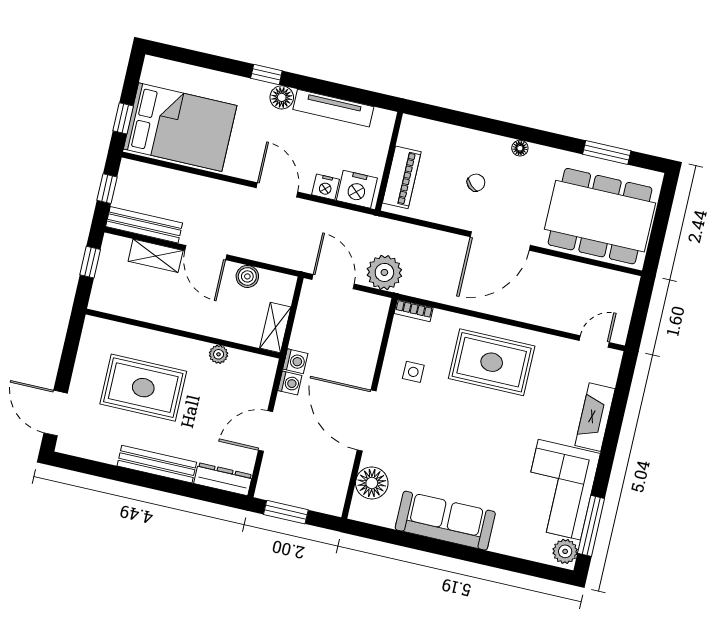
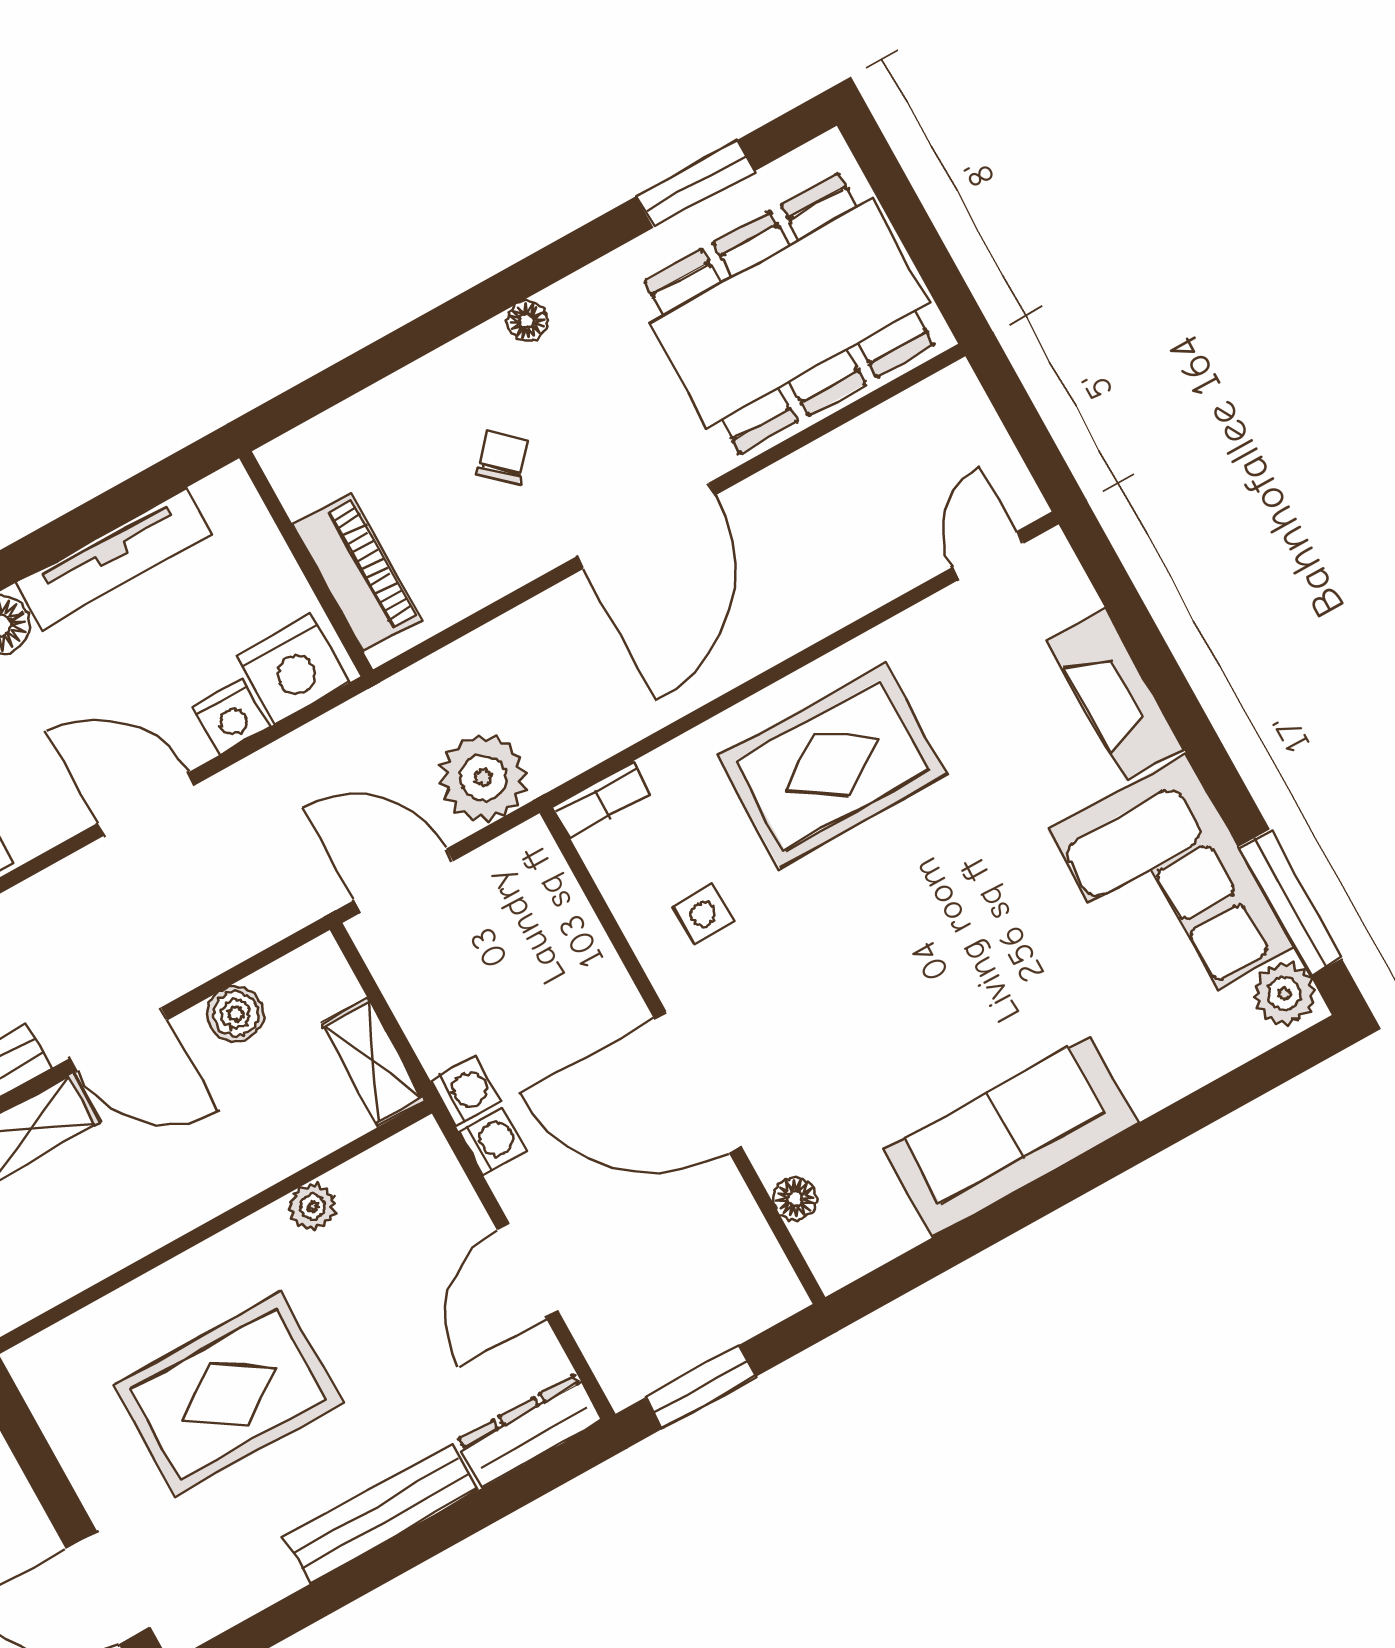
floor lamp: (372, 483) -> (795, 1199), width x0.53, depth x0.53

